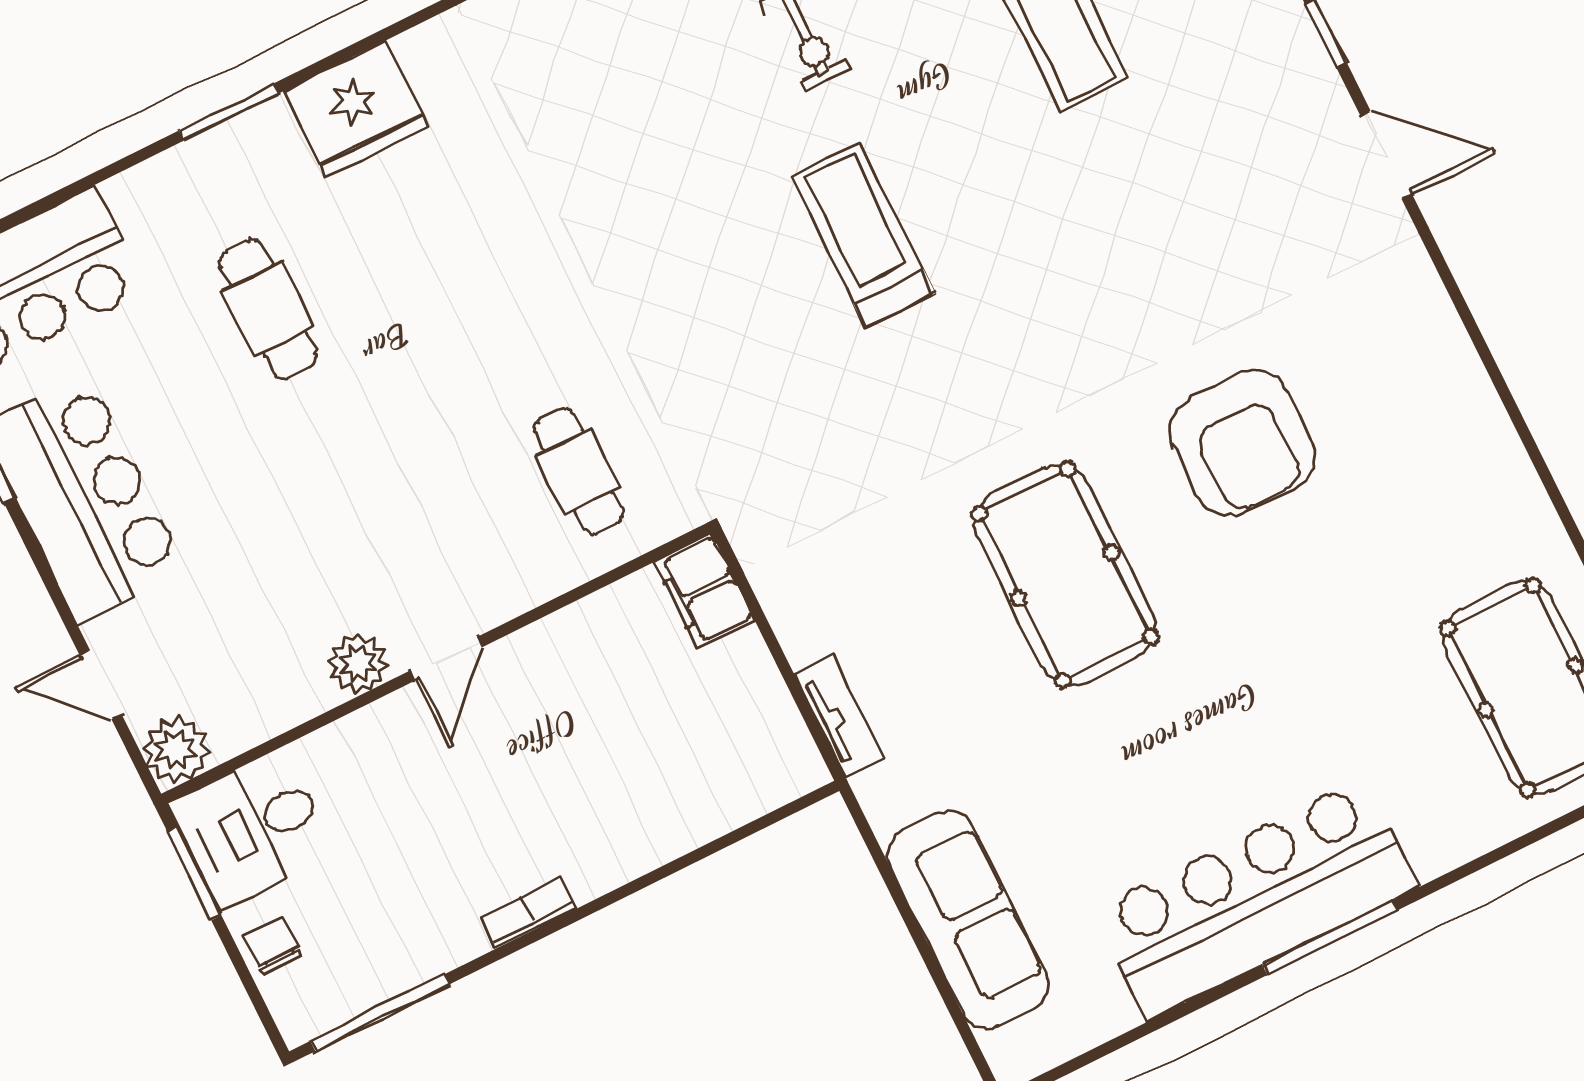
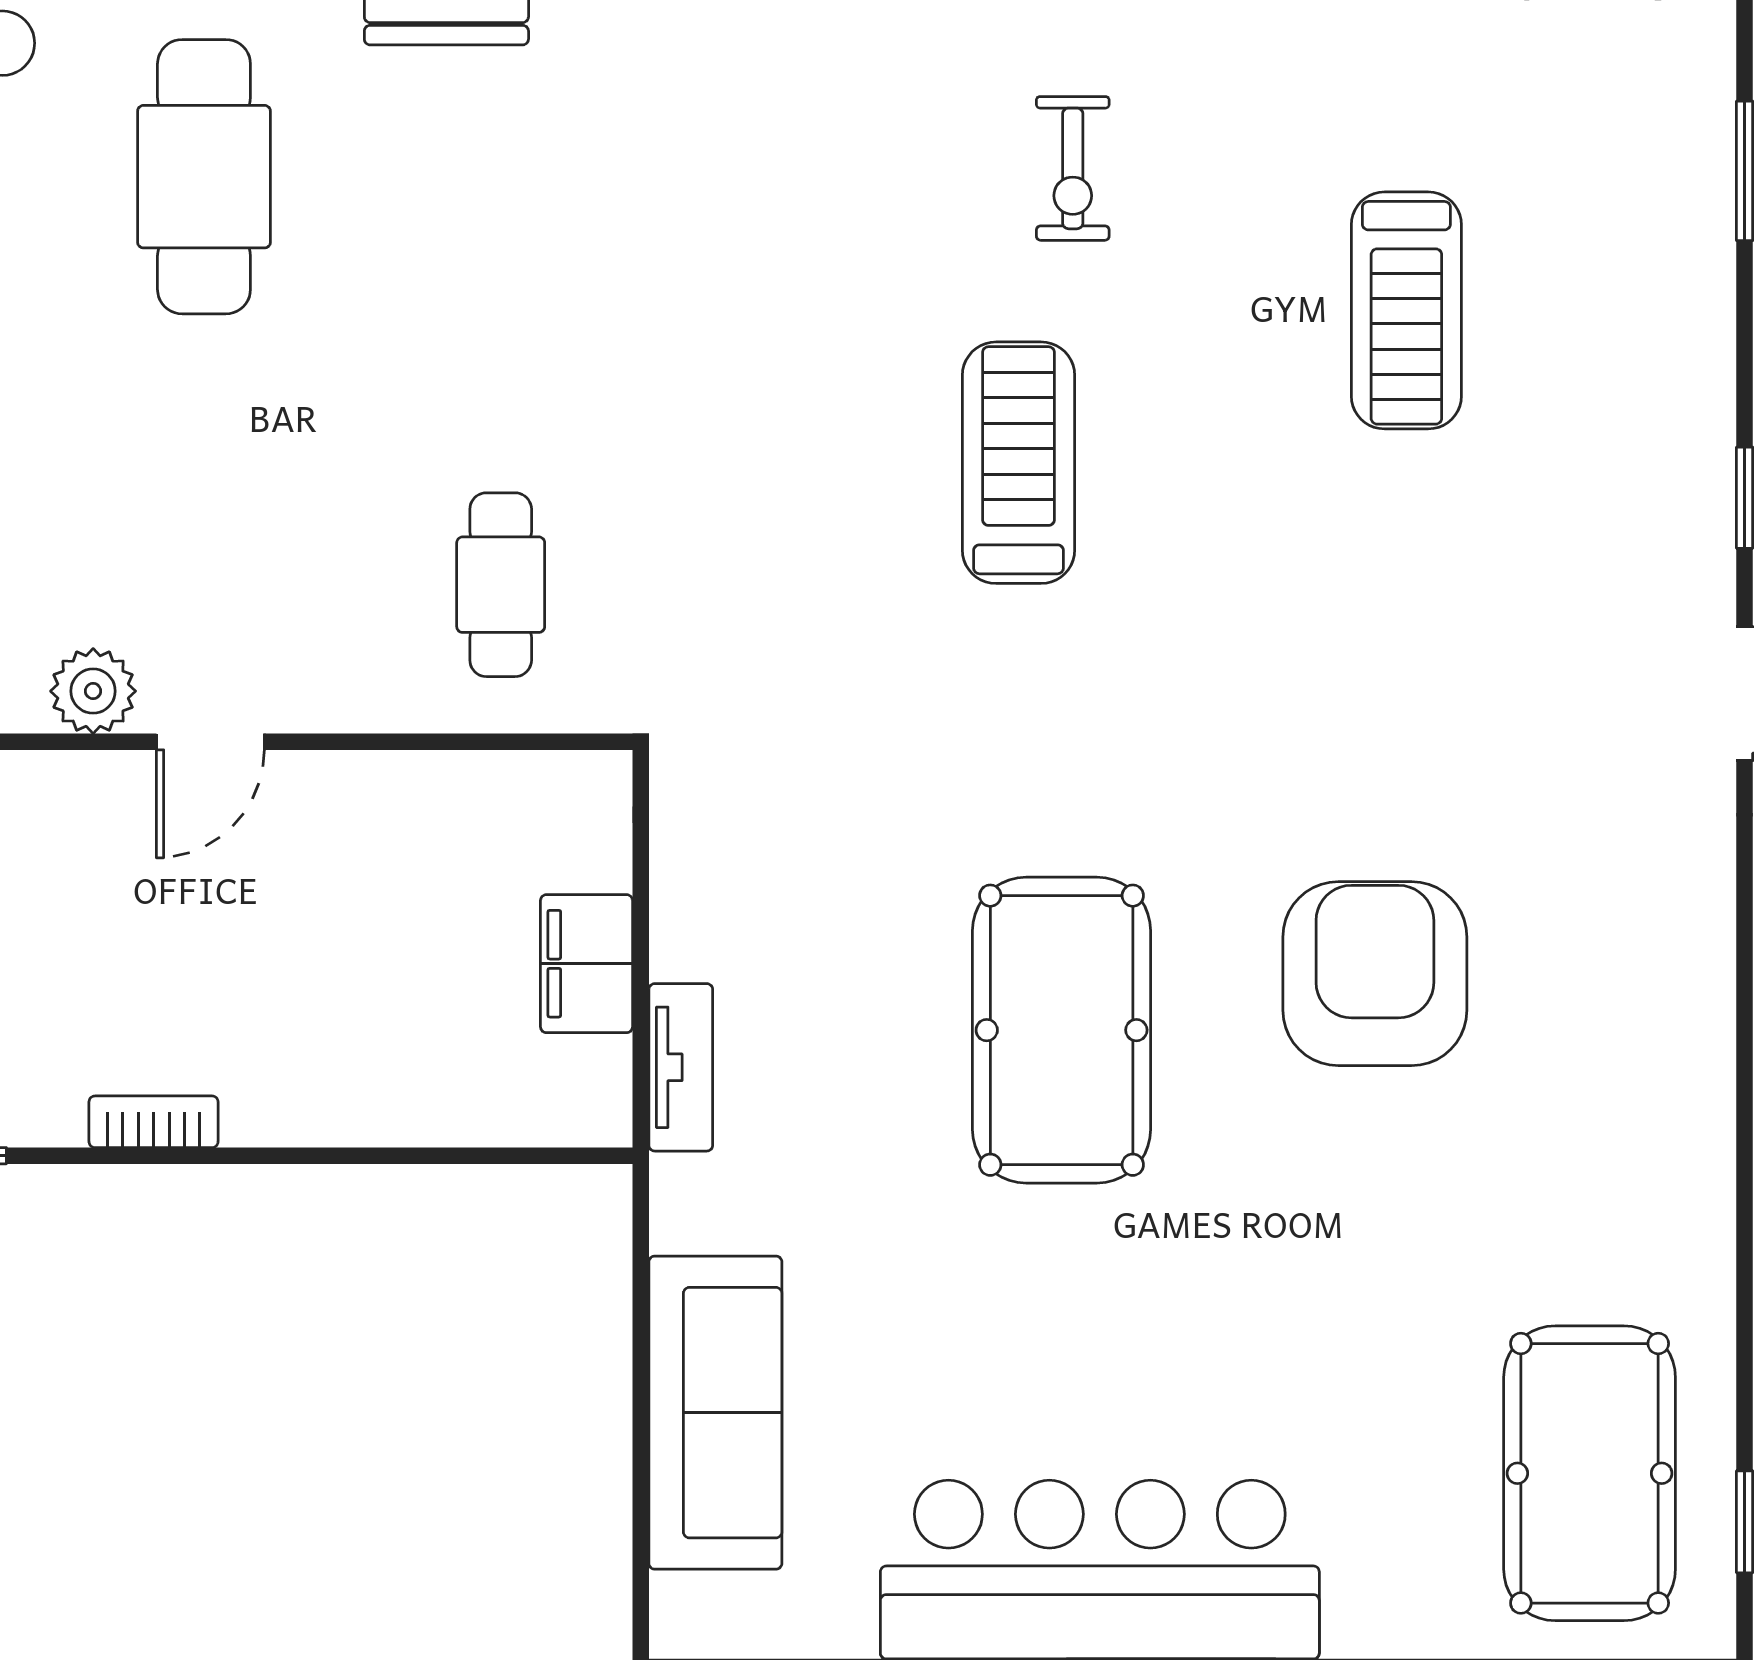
cafe table: (268, 309) -> (204, 177), width x1.37, depth x1.35
armchair: (1243, 443) -> (1375, 974), turned 180
filing cabinet: (704, 590) -> (586, 964), moved

